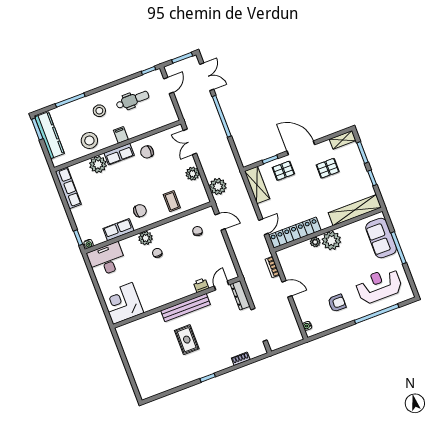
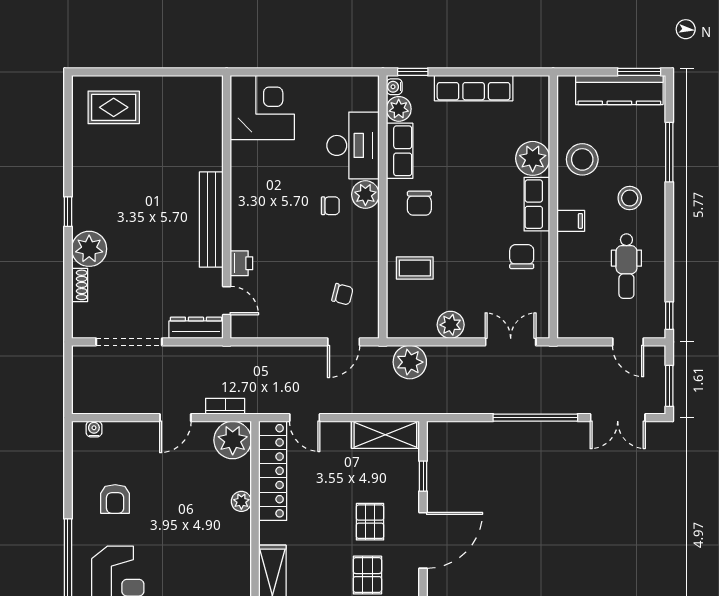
pallet: (283, 171) -> (370, 522), moved
row of seats: (68, 188) -> (474, 88), moved
plant: (98, 238) -> (399, 109), added
plant: (331, 241) -> (233, 440), moved
desk: (107, 260) -> (353, 145), moved
rug: (187, 340) -> (114, 107), moved
plant: (222, 361) -> (89, 249), added

